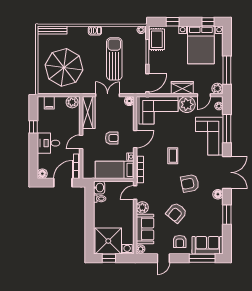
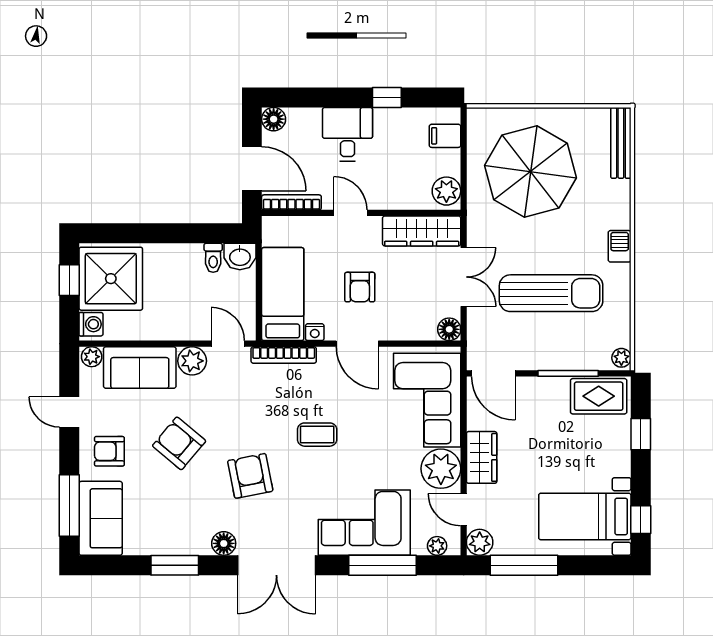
bed with nightstands: (201, 45) -> (585, 516), width x0.73

